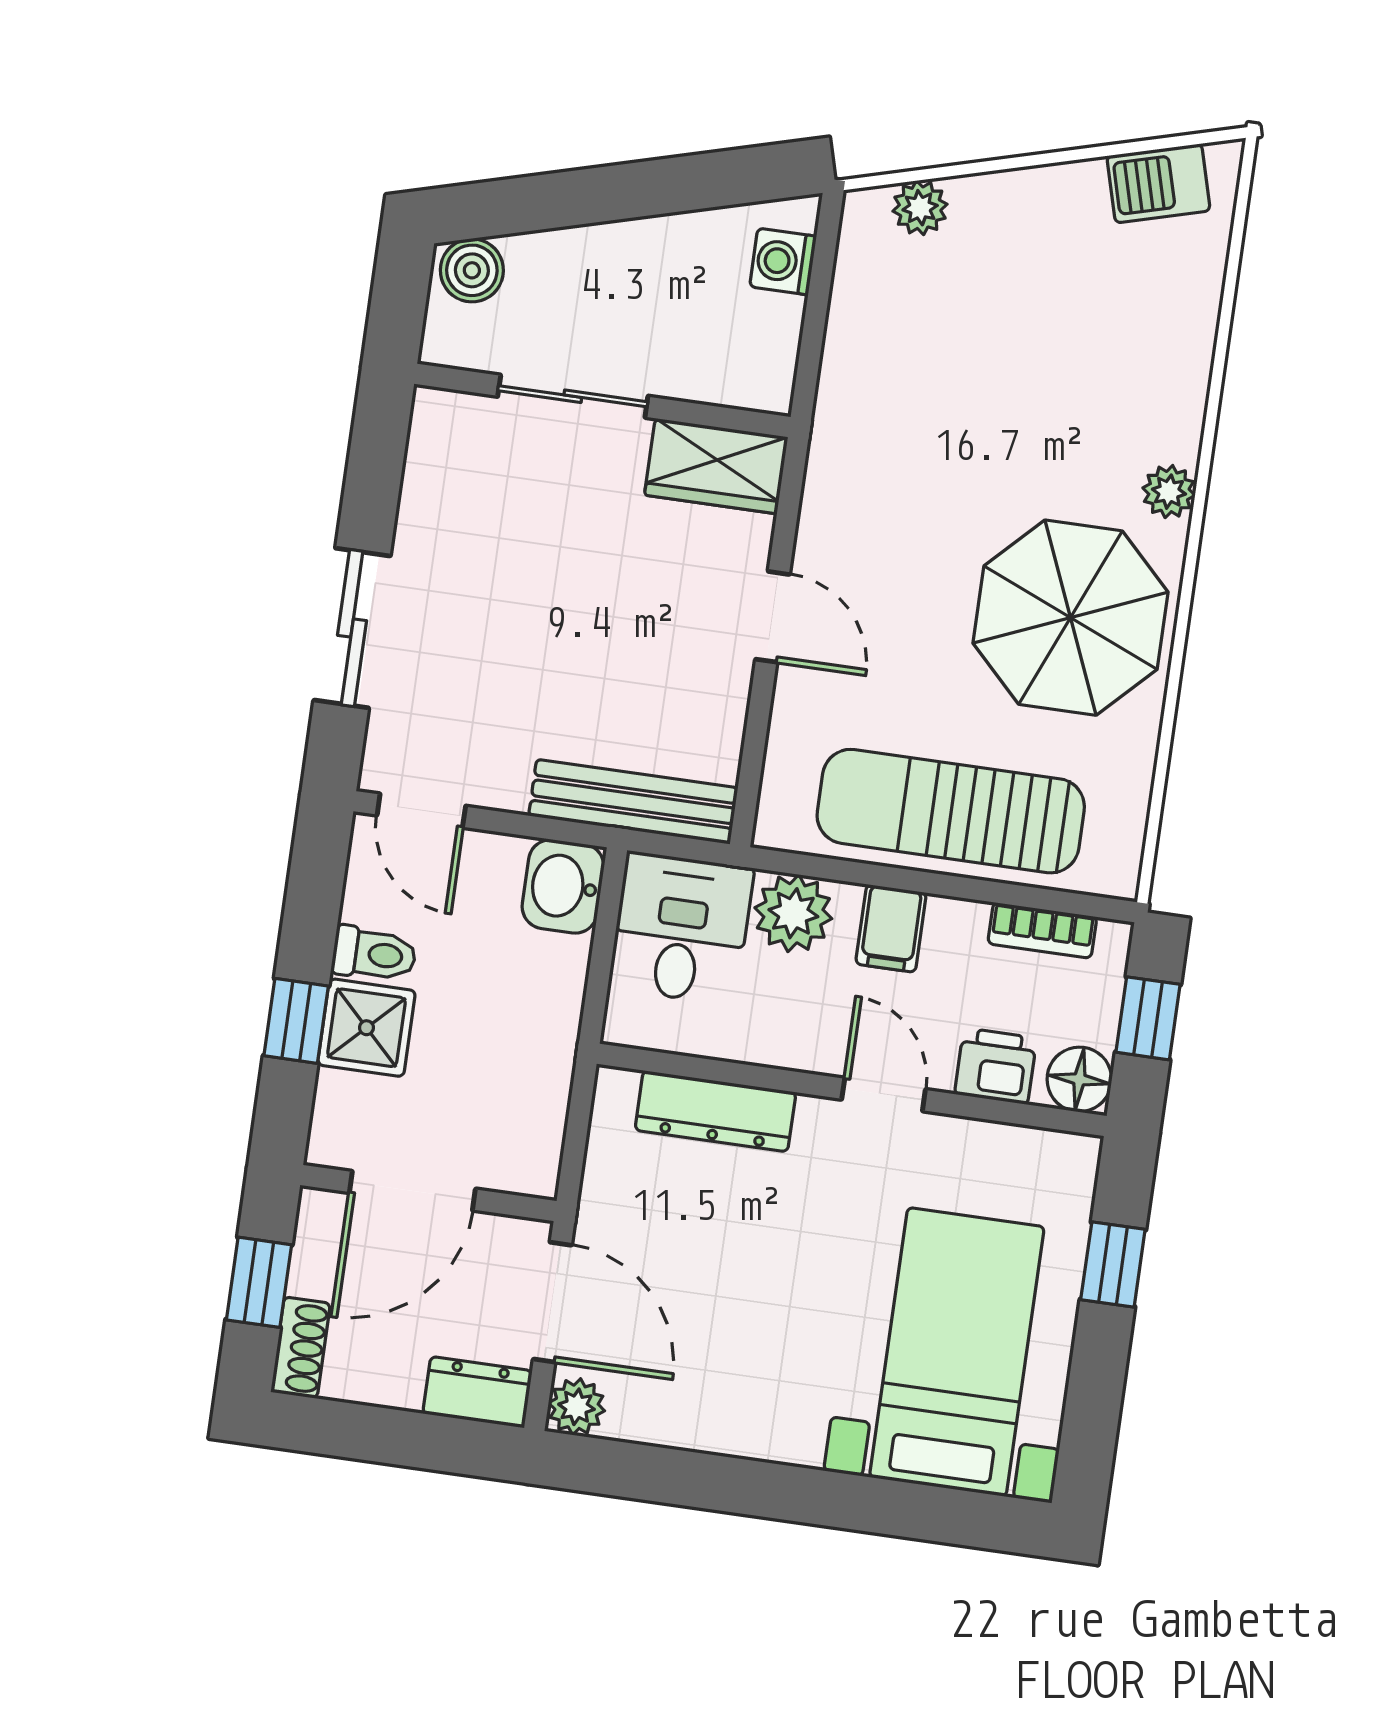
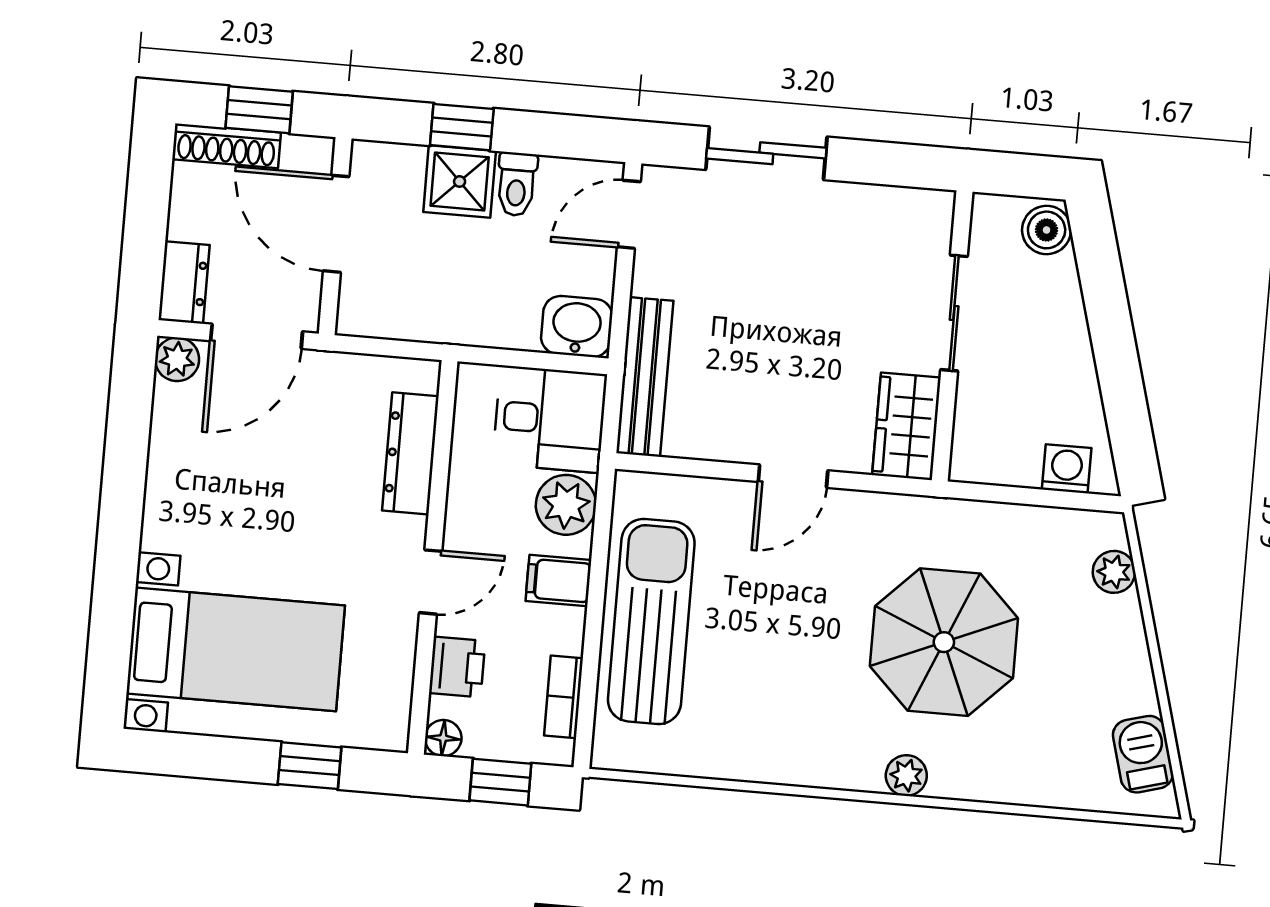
parasol: (1071, 618) -> (944, 642), moved
floor lamp: (1079, 1079) -> (443, 738), width x0.73, depth x0.73
shoe rack: (301, 1348) -> (227, 146), width x1.43

